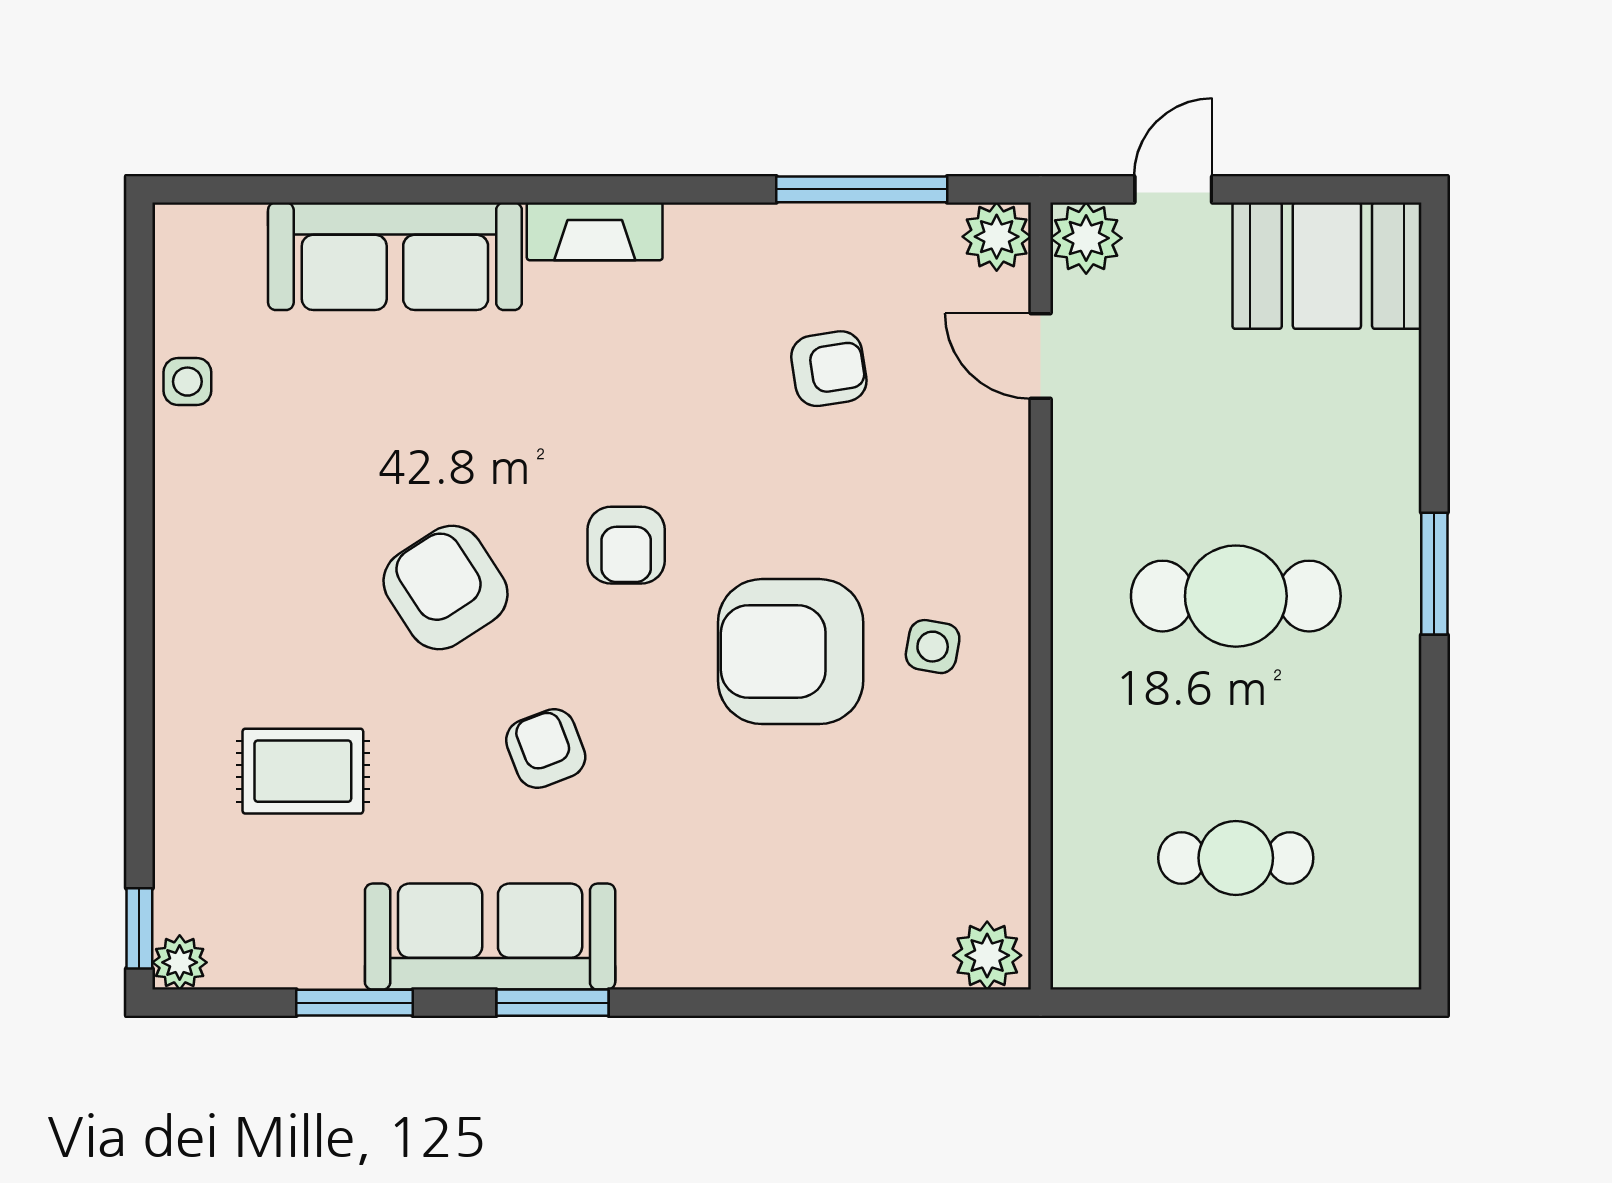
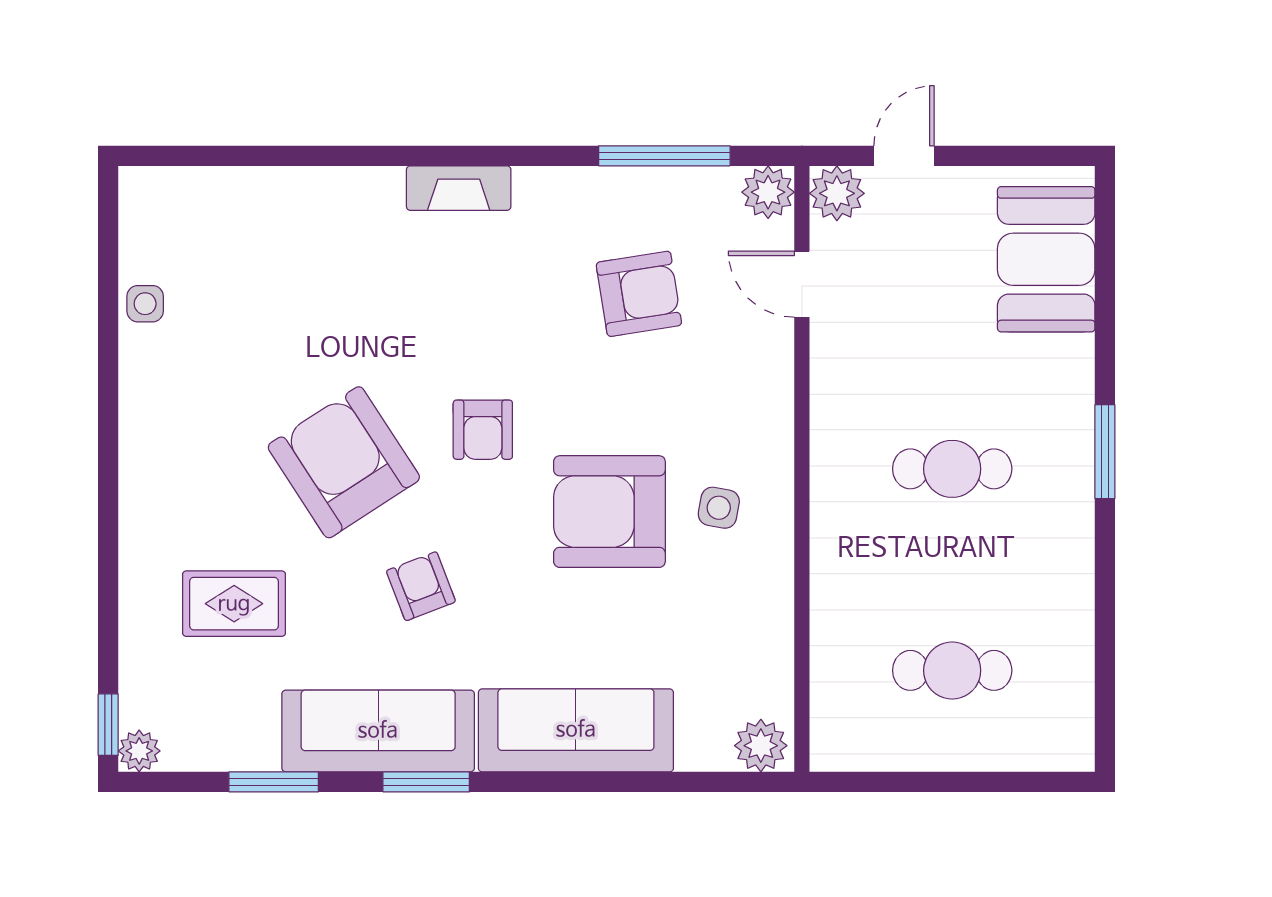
sofa: (395, 256) -> (576, 730), moved, turned 180
booth: (1327, 266) -> (1046, 259), moved, turned 90
armchair: (829, 369) -> (639, 294), width x1.38, depth x1.38
armchair: (446, 587) -> (344, 462), width x1.36, depth x1.36
cafe table: (1236, 596) -> (952, 469), width x0.73, depth x0.74

